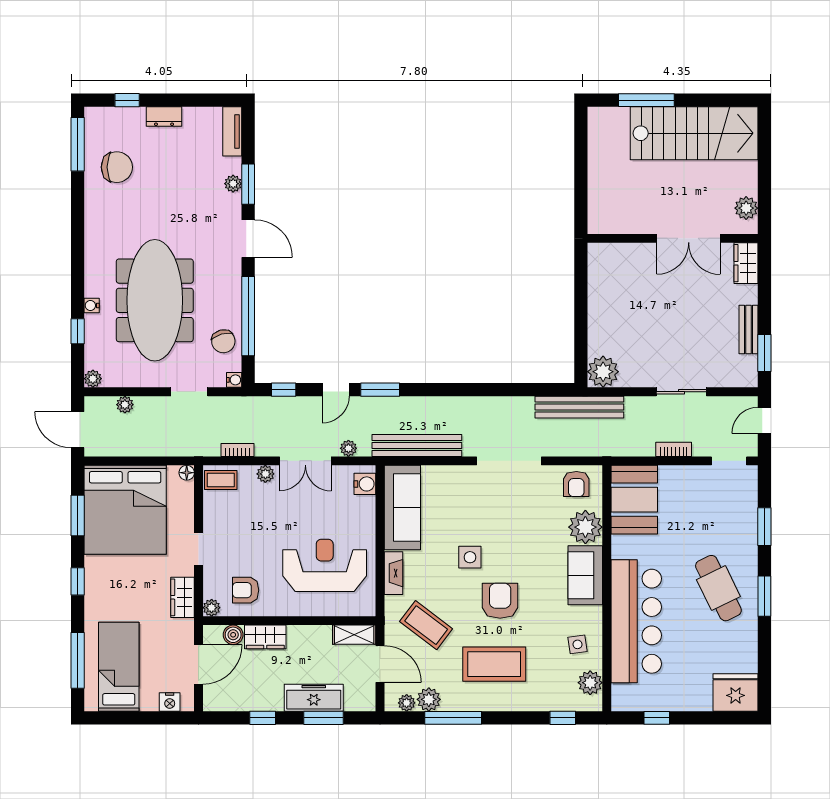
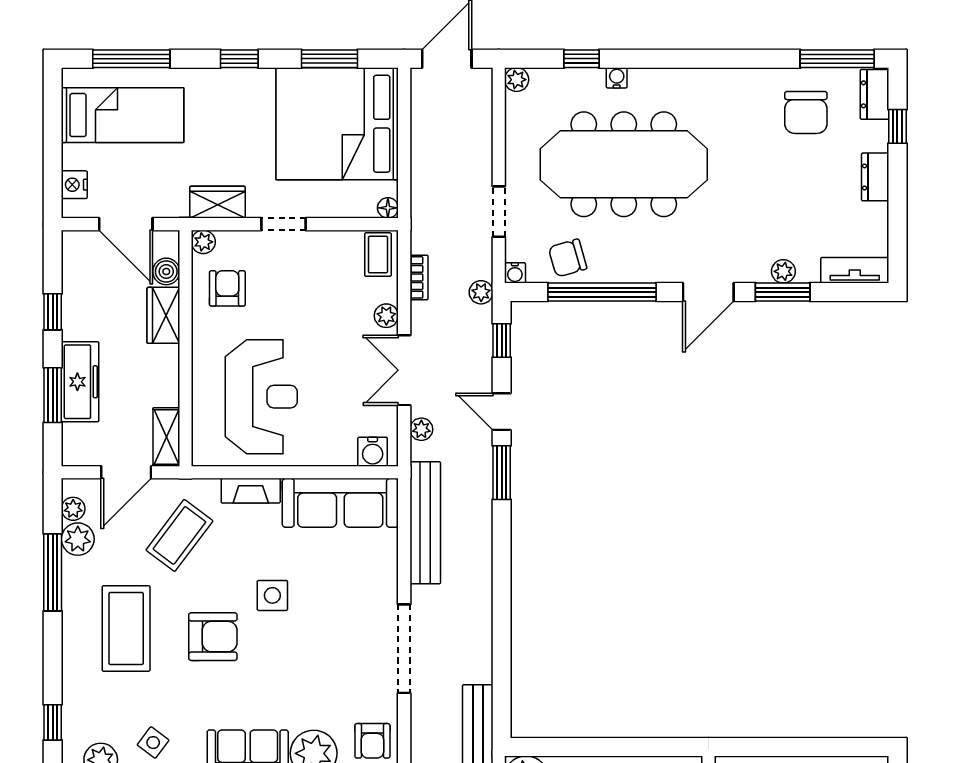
dresser: (104, 117) -> (875, 94), added
plant: (125, 405) -> (481, 292), moved
armchair: (576, 484) -> (372, 741), turned -90
side table: (578, 644) -> (153, 743), turned 45

